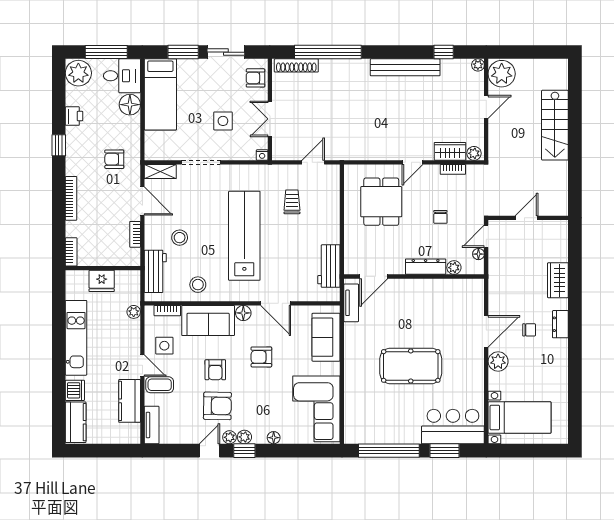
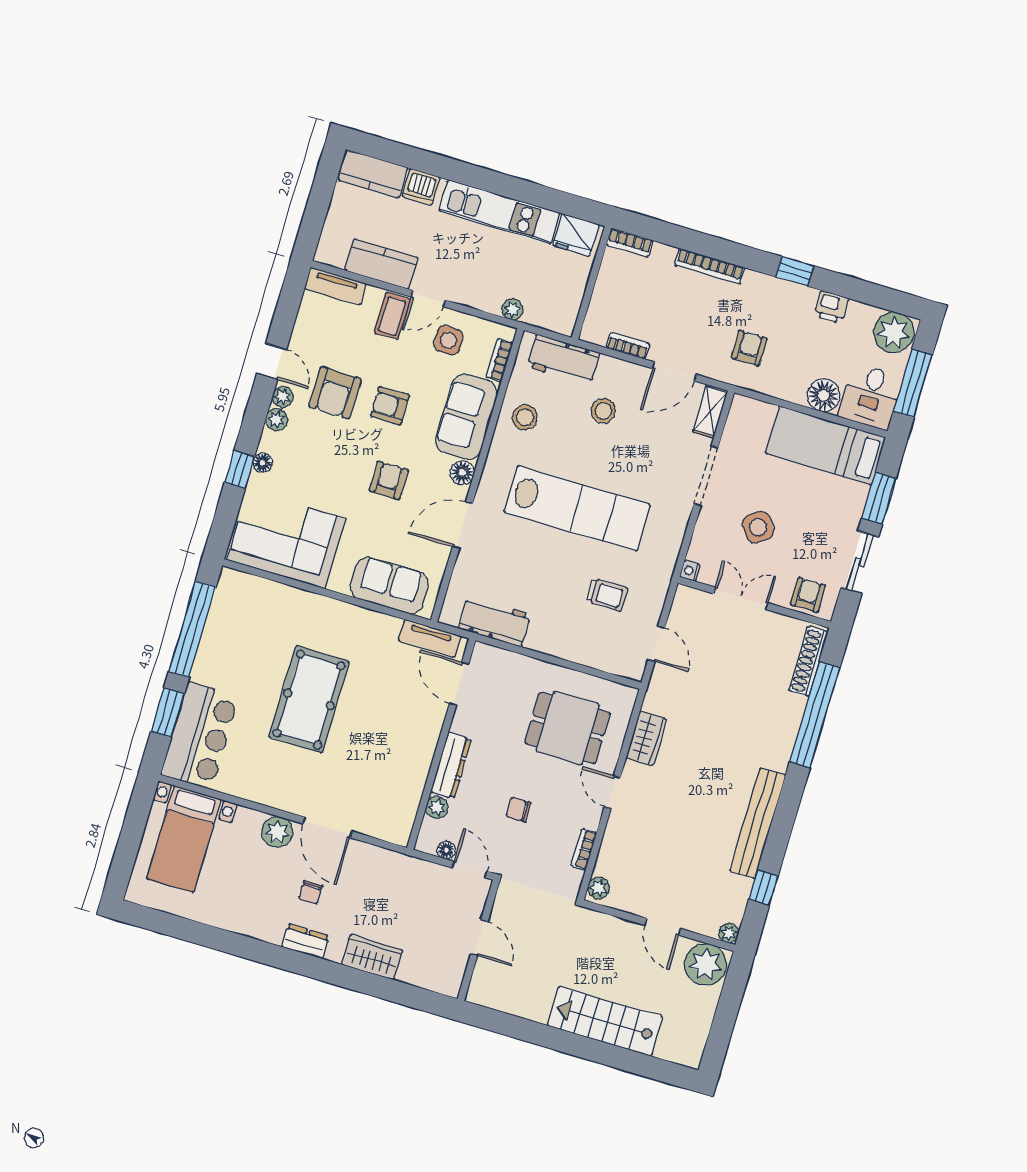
side table: (223, 121) -> (758, 527), turned -38
wardrobe: (450, 151) -> (646, 738), moved
fridge: (102, 281) -> (576, 235), moved, turned -90
window: (244, 451) -> (239, 470), moved

